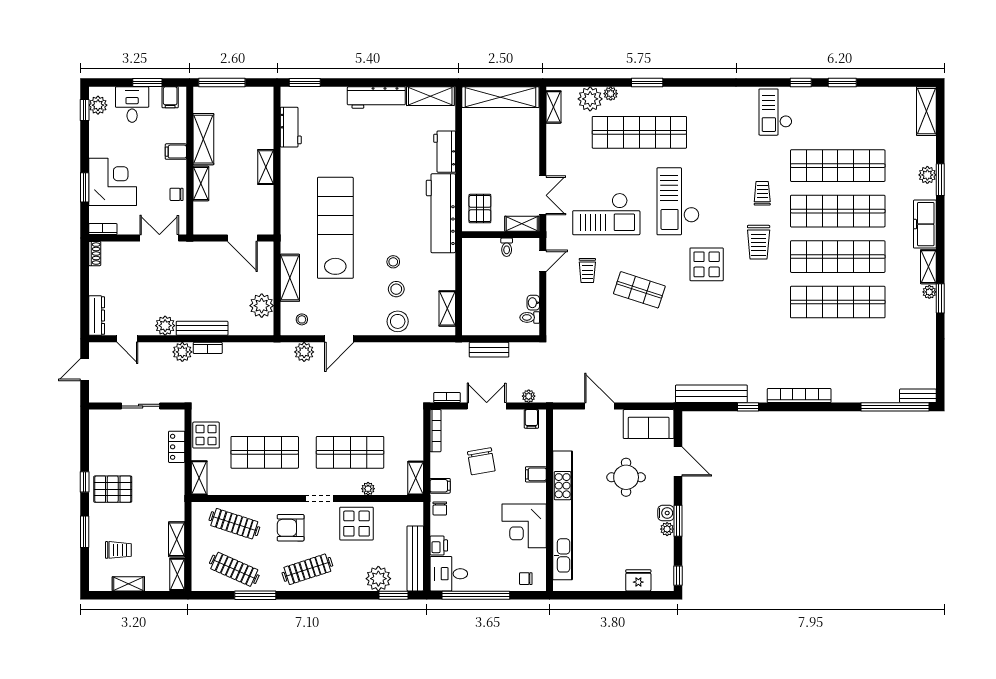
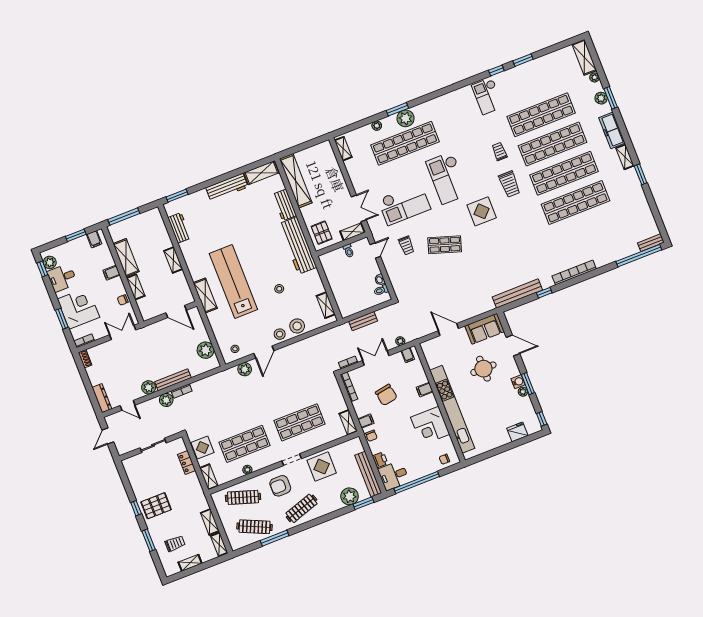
shelving: (500, 97) -> (296, 181), moved, turned 90
plant: (590, 99) -> (406, 118), moved
desk: (132, 105) -> (62, 278), moved, turned -90
shelving: (290, 278) -> (205, 296), moved
stool: (396, 289) -> (280, 334), moved
plant: (929, 292) -> (594, 77), moved
plant: (368, 489) -> (247, 470), moved

